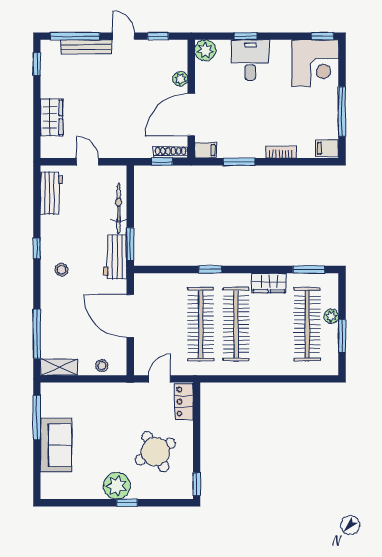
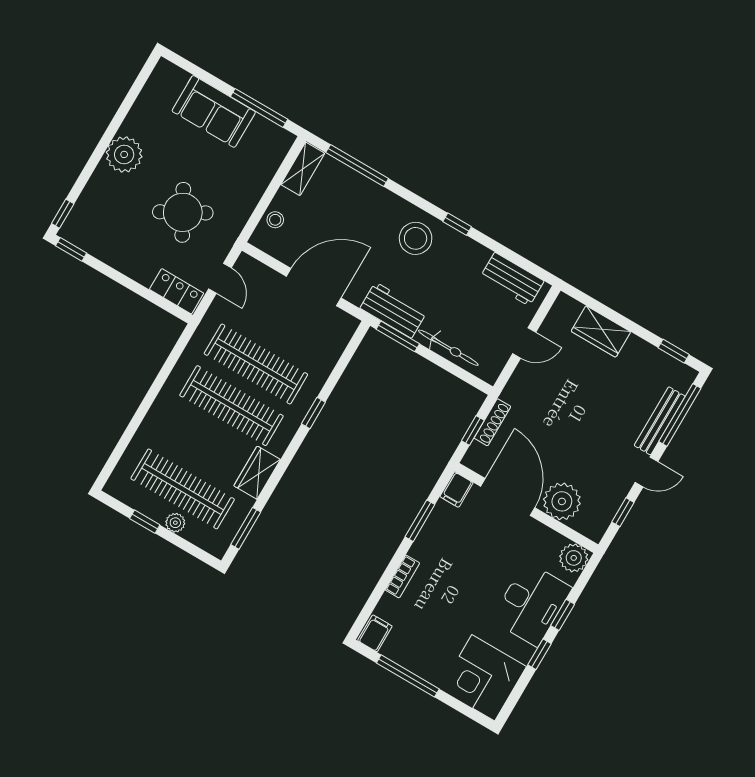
window: (323, 36) -> (540, 654), moved
desk: (250, 60) -> (532, 604), width x1.37
plant: (180, 79) -> (562, 501), width x1.87, depth x1.87
shoe rack: (171, 152) -> (492, 422), moved
stool: (61, 270) -> (416, 238), width x1.89, depth x1.89
window: (342, 336) -> (145, 522), width x0.67
round table: (155, 452) -> (183, 212), moved
window: (127, 503) -> (63, 214), moved

